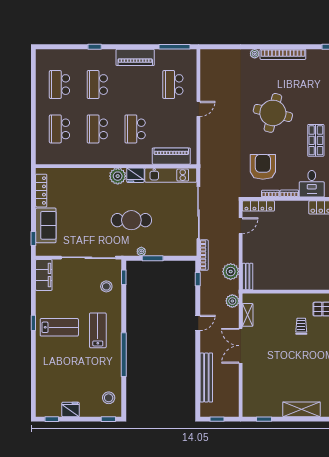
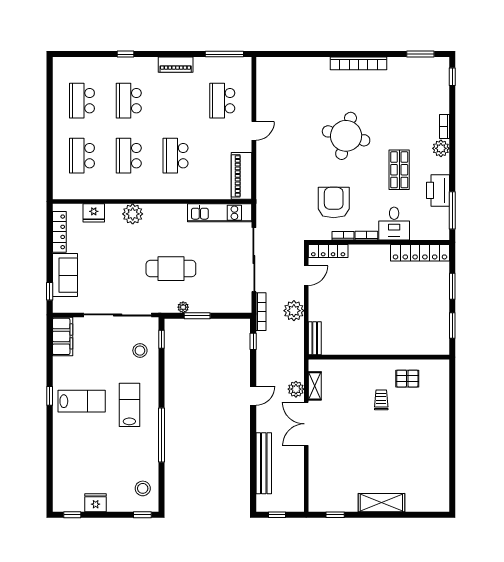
plant: (255, 54) -> (323, 63), removed
piano: (135, 57) -> (176, 65), width x0.73, depth x0.75
piano: (171, 156) -> (241, 176), moved, turned -90
fridge: (135, 175) -> (94, 213), moved
plant: (118, 176) -> (133, 214), moved
plant: (231, 272) -> (294, 311), moved
plant: (232, 301) -> (296, 389), moved

